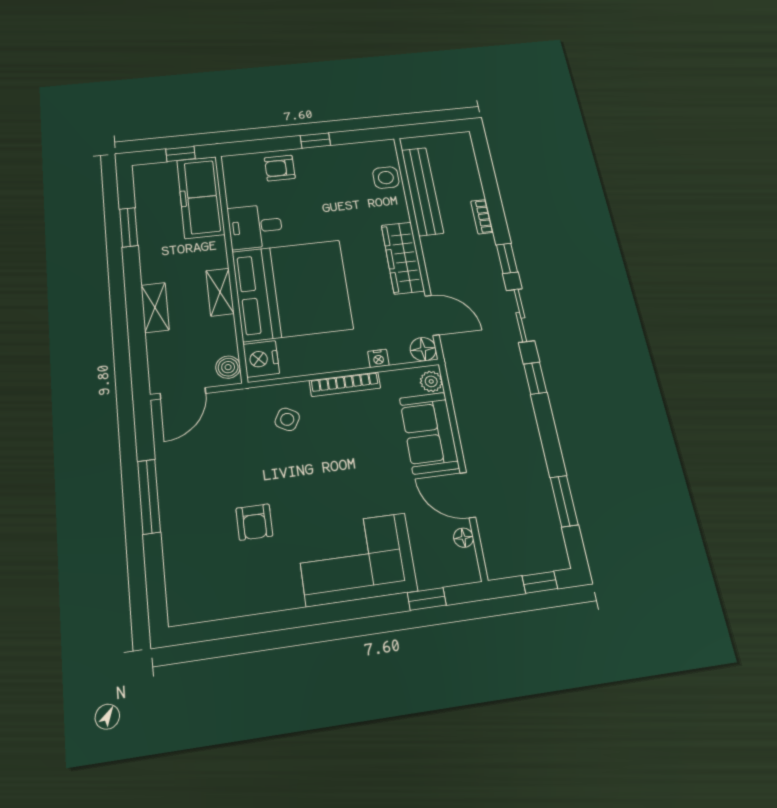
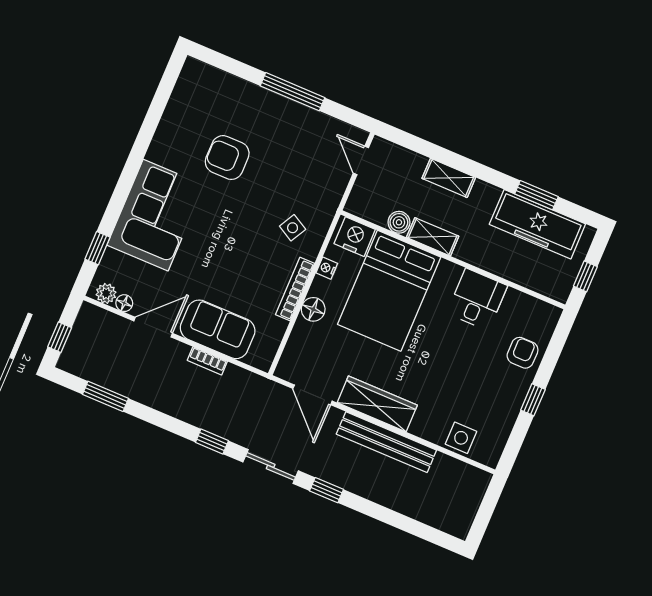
bench: (422, 191) -> (386, 442), moved
freezer: (201, 197) -> (537, 224), moved, turned 180
bookcase: (482, 217) -> (207, 361), moved, turned 180
bed: (292, 290) -> (389, 291), width x0.73
door: (432, 315) -> (313, 395), hinge flipped
floor lamp: (423, 349) -> (313, 309), moved
nightstand: (378, 358) -> (327, 268), moved
boiler: (228, 367) -> (399, 222), moved
plant: (431, 381) -> (106, 293), moved
door: (183, 393) -> (361, 160), width x0.73
armchair: (254, 522) -> (227, 158), width x1.38, depth x1.38

